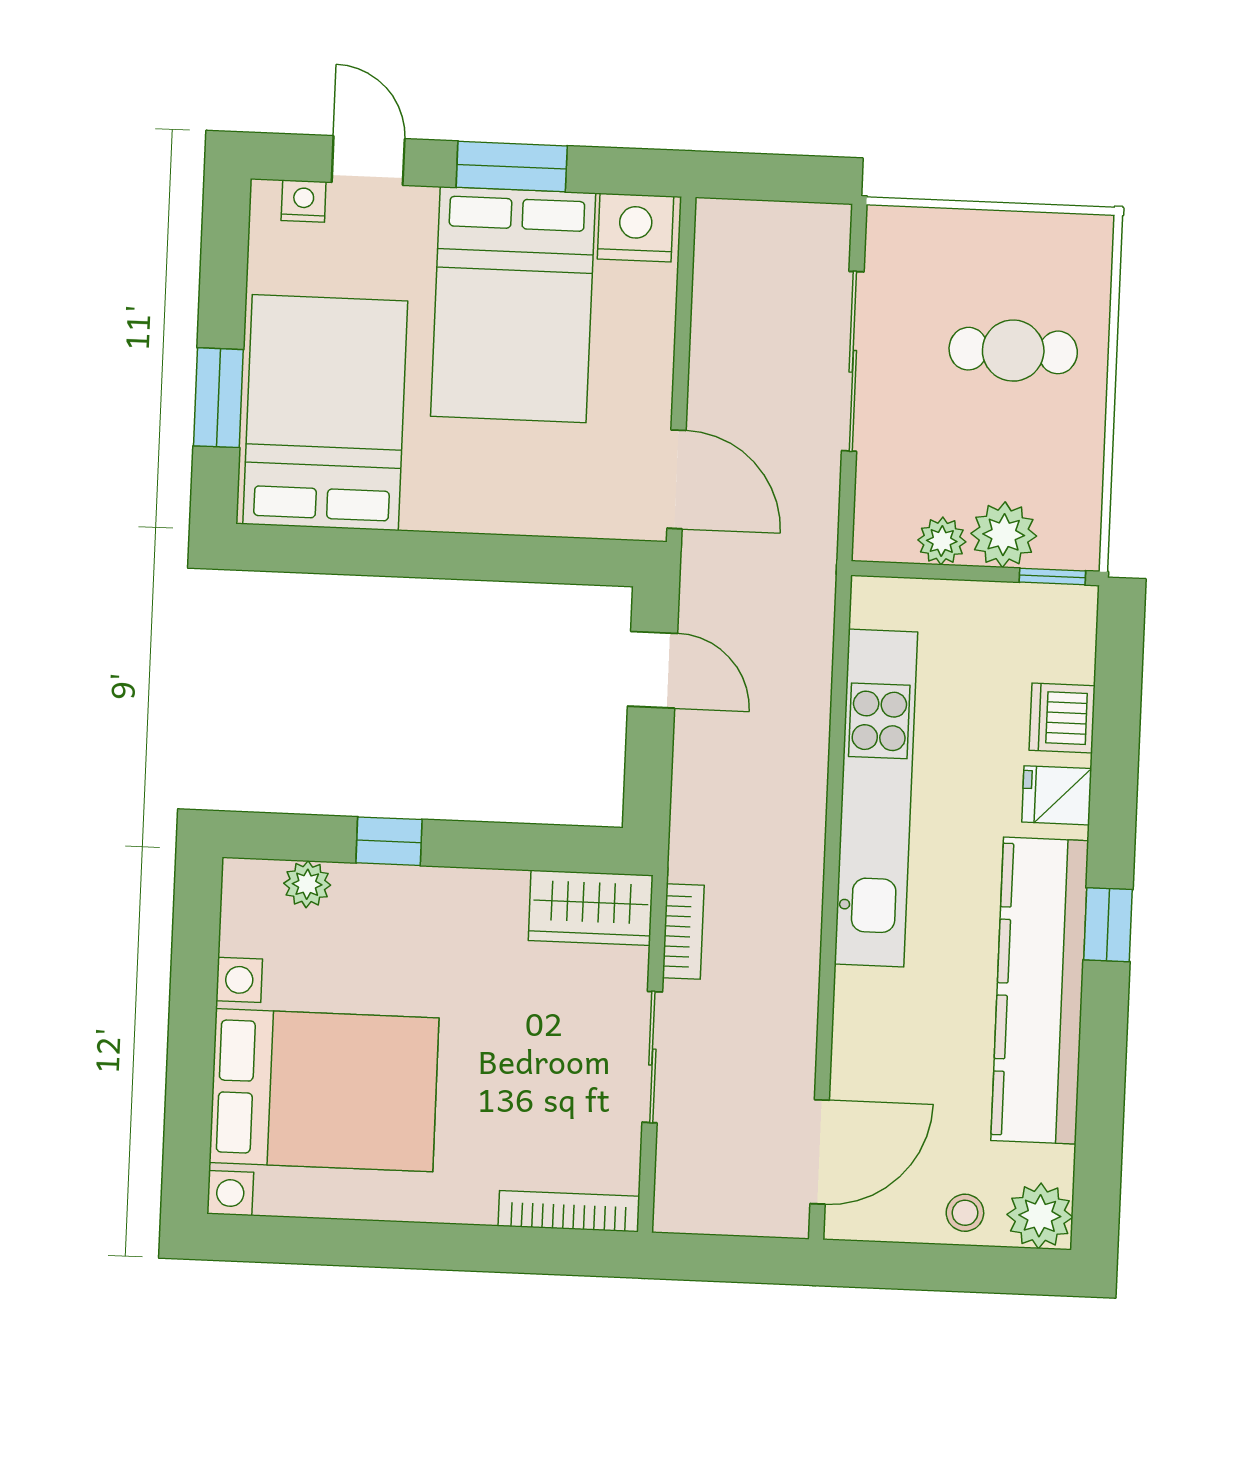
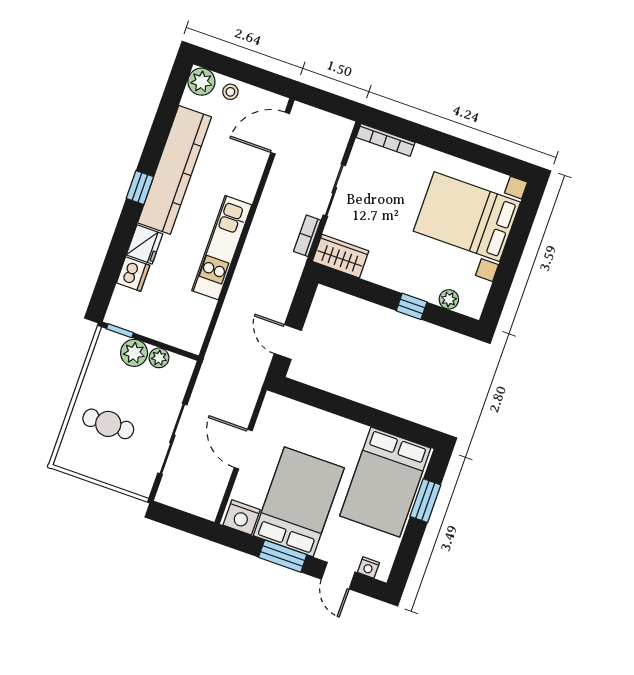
door: (676, 479) -> (243, 449), moved
fridge: (1057, 795) -> (144, 244), width x1.38
kitchen unit: (876, 798) -> (222, 248), width x0.73

